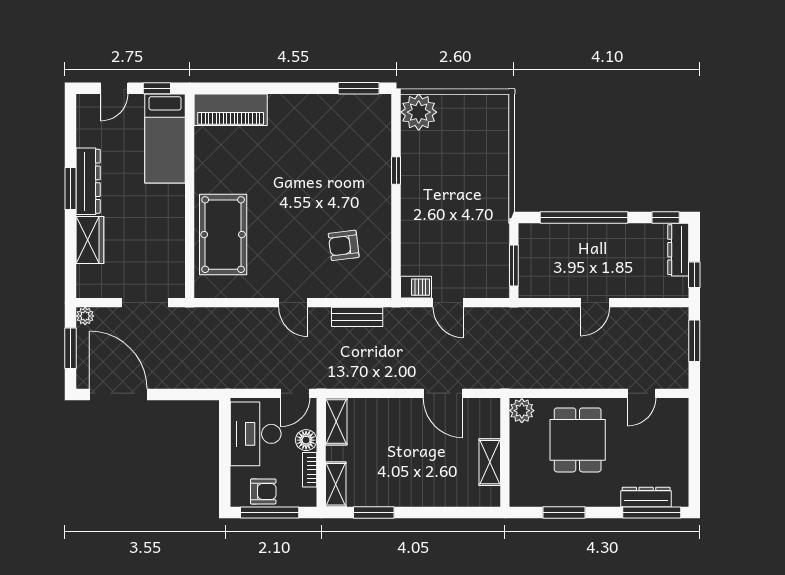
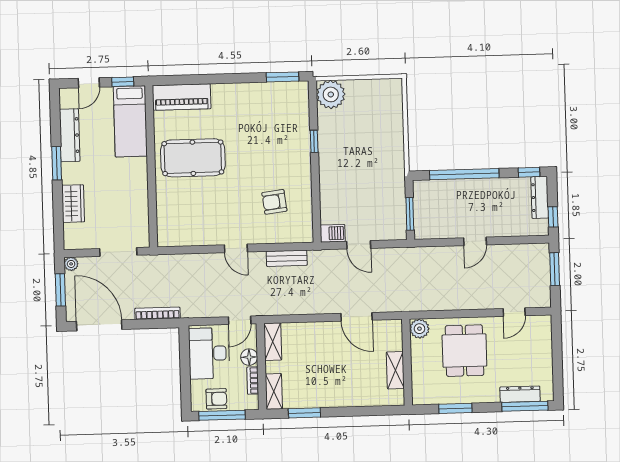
dresser: (88, 181) -> (70, 135), moved
pool table: (223, 235) -> (193, 158), moved, turned 90
bookcase: (192, 382) -> (157, 313), added

